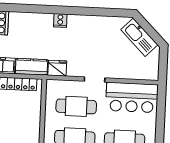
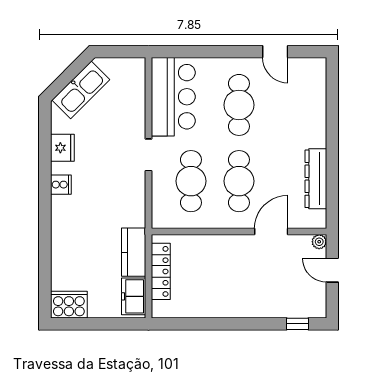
cooker: (60, 20) -> (61, 185), moved
fridge: (57, 68) -> (62, 148), moved, turned 180

